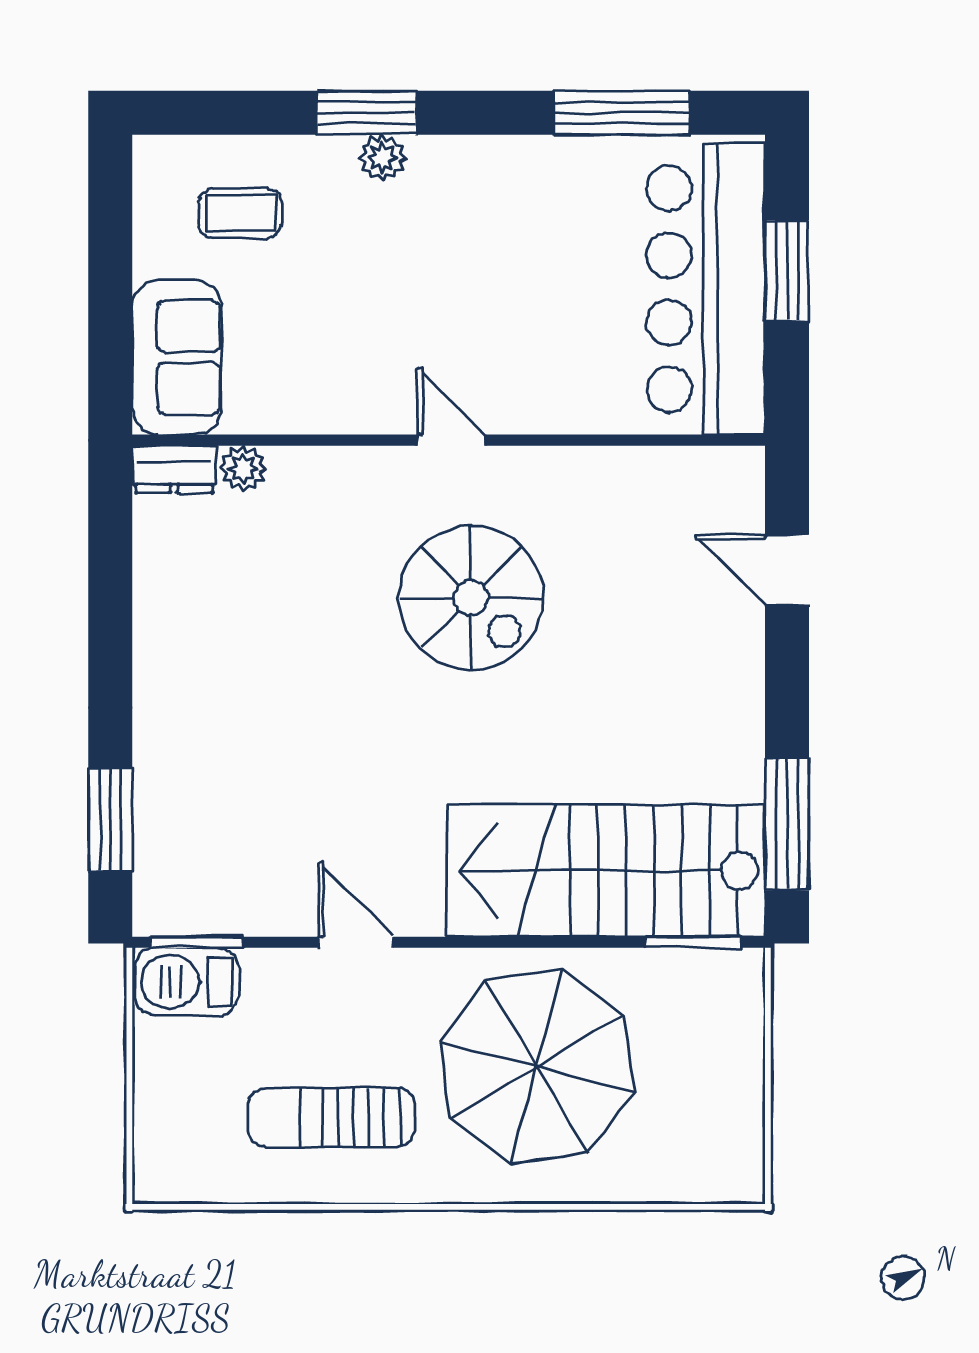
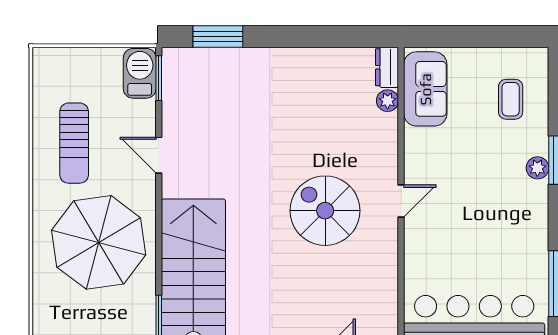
sofa: (177, 357) -> (425, 89), moved, turned -90
spiral stairs: (471, 598) -> (325, 211), turned 90
door: (356, 942) -> (159, 155), swing flipped
sun lounger: (331, 1117) -> (74, 143), turned 180

